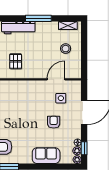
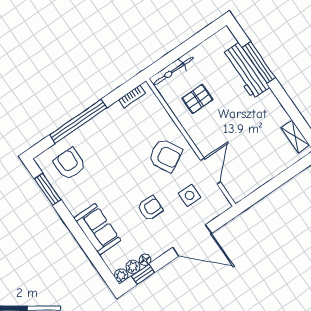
window: (38, 18) -> (259, 62), moved
stool: (66, 49) -> (262, 155), removed
door: (56, 79) -> (211, 171), hinge flipped
armchair: (33, 97) -> (165, 155), added

